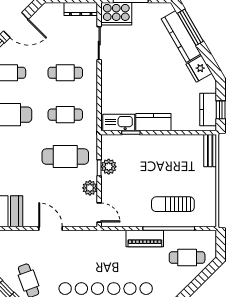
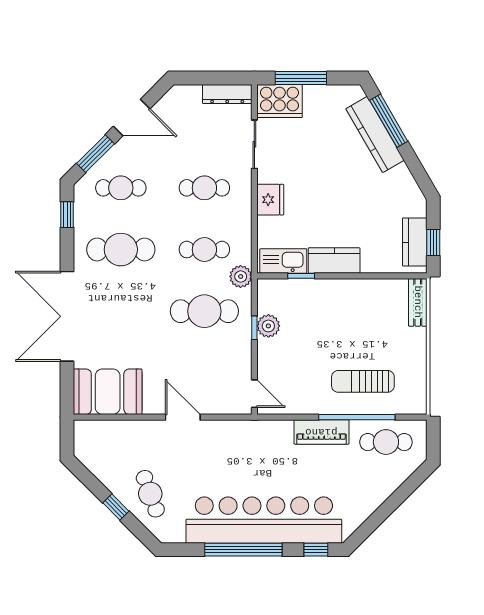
fridge: (199, 69) -> (270, 200), moved, turned -150
plant: (90, 188) -> (241, 276), moved
cafe table: (187, 257) -> (386, 442), moved

